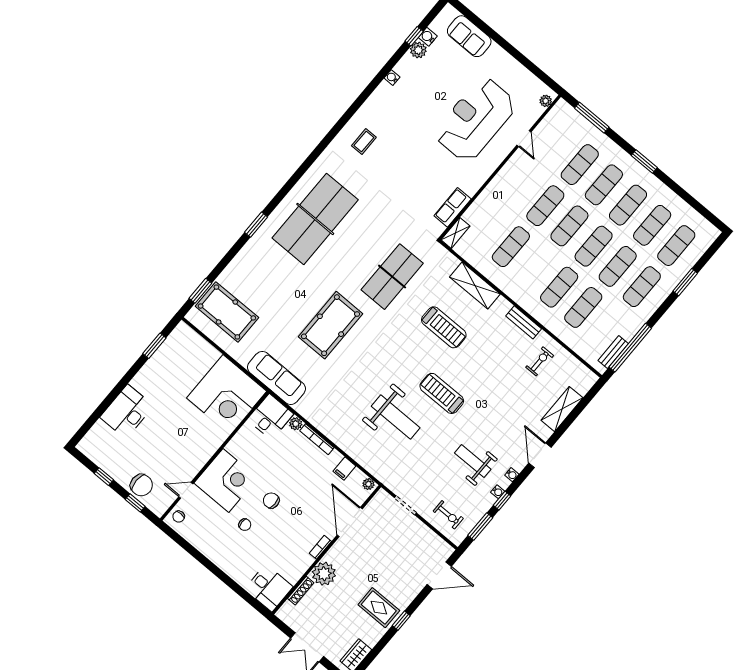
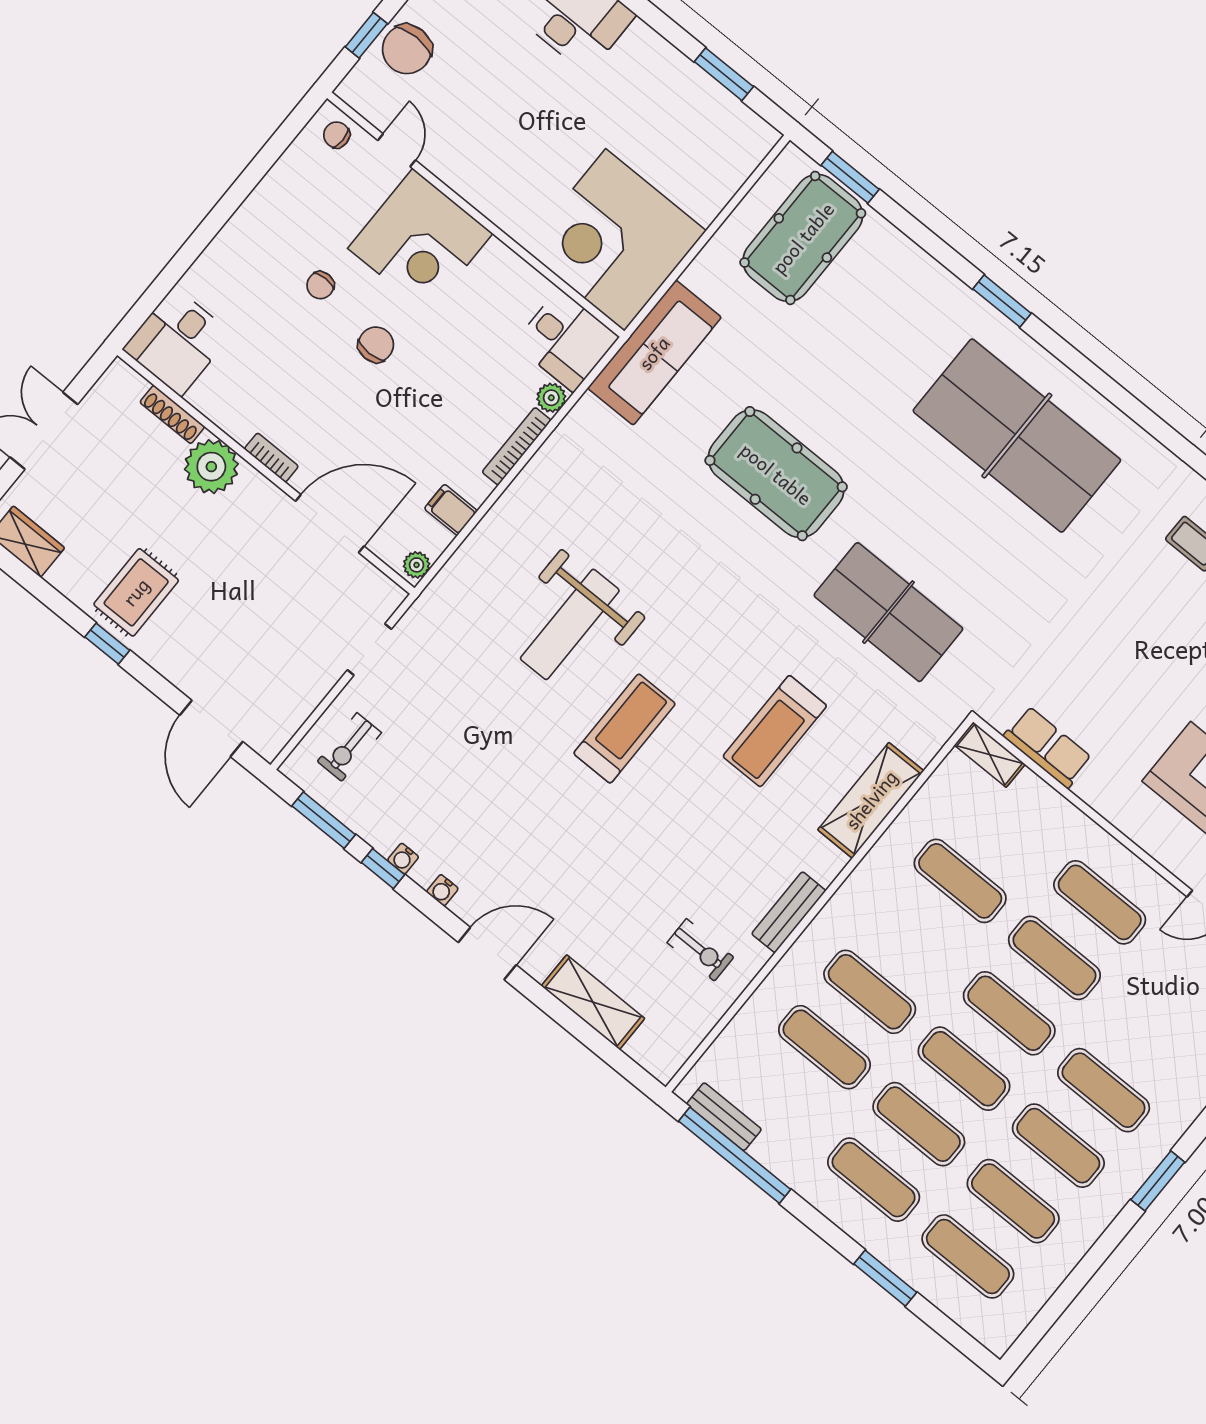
exercise mat: (580, 165) -> (1100, 902), moved
weight bench: (473, 461) -> (472, 801), removed

